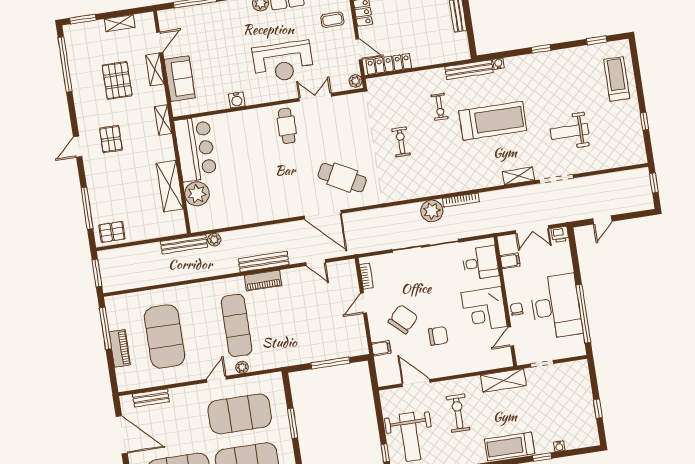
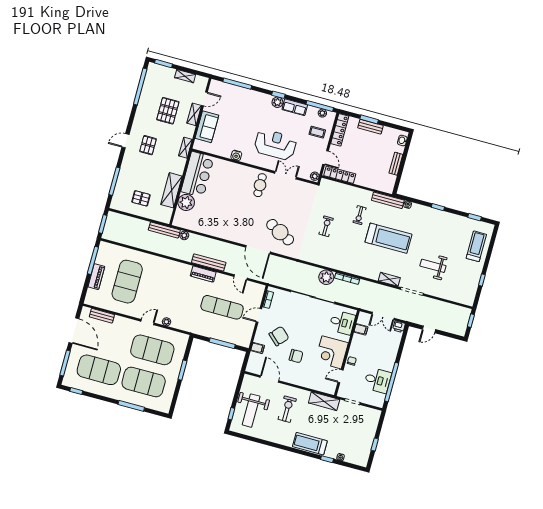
reception desk: (283, 62) -> (275, 145), turned 180
pallet: (112, 232) -> (141, 198), moved
desk: (556, 306) -> (378, 380), width x0.53, depth x0.77
exercise mat: (237, 325) -> (222, 307), moved, turned 90

